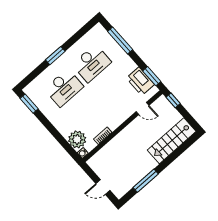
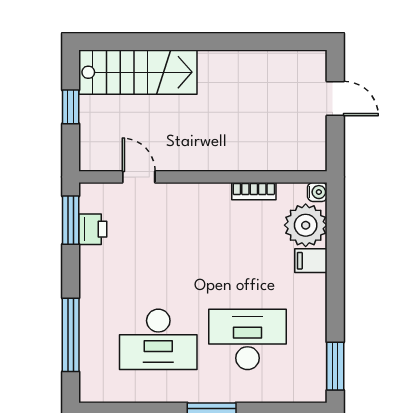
desk: (92, 63) -> (158, 339), turned 180
printer: (140, 81) -> (93, 229), width x0.53, depth x0.68
window: (173, 100) -> (71, 107), moved
filing cabinet: (66, 130) -> (311, 261), added
window: (146, 181) -> (248, 42), removed

